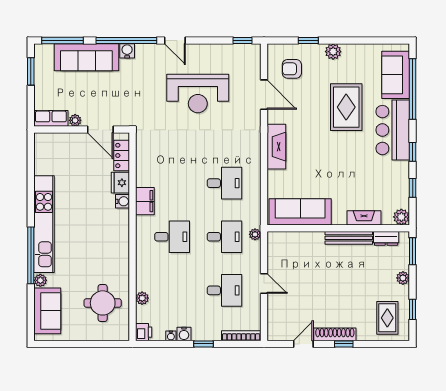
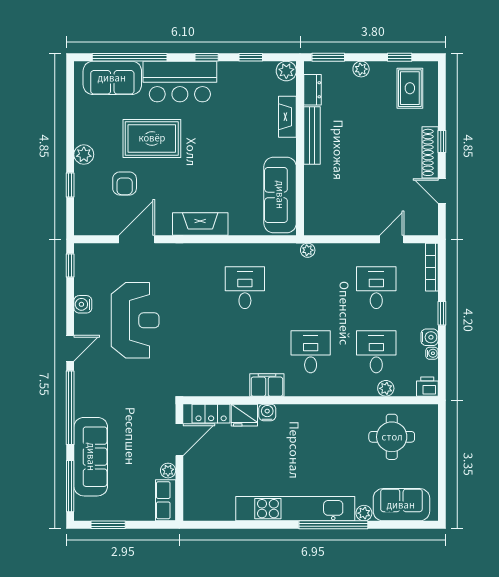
water cooler: (127, 51) -> (83, 304), moved
armchair: (292, 69) -> (125, 184), moved
desk: (224, 237) -> (376, 352), moved
door: (264, 284) -> (392, 239), moved
rug: (387, 318) -> (410, 88), turned 90

